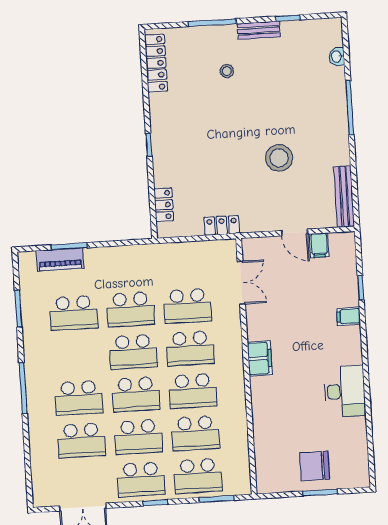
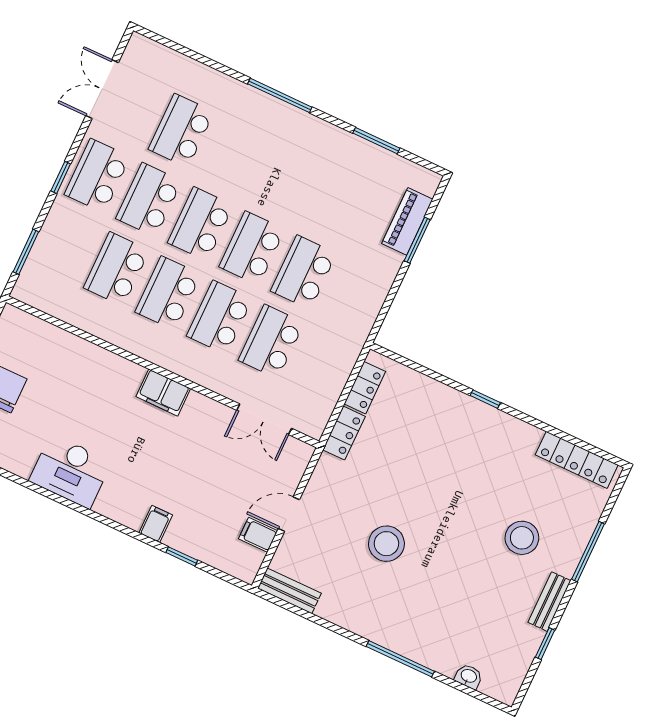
stool: (227, 71) -> (522, 538), width x1.89, depth x1.89
bench: (344, 197) -> (289, 591), width x0.73
locker: (164, 205) -> (365, 388), moved, turned -90
school desk: (74, 313) -> (336, 203), removed
school desk: (79, 398) -> (233, 155), removed
school desk: (198, 476) -> (65, 245), removed

